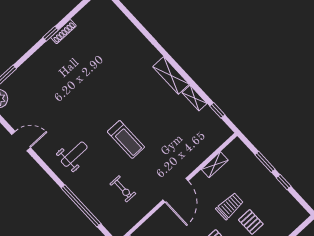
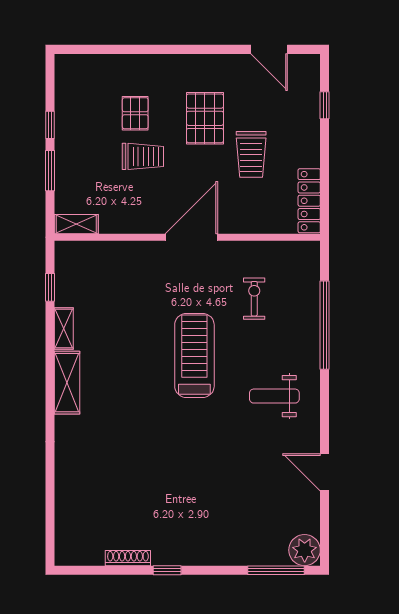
shoe rack: (63, 32) -> (128, 558), moved
treadmill: (126, 139) -> (194, 355), width x1.37, depth x1.38
shelving: (215, 165) -> (76, 224), moved
trolley: (230, 206) -> (143, 156), turned 180

